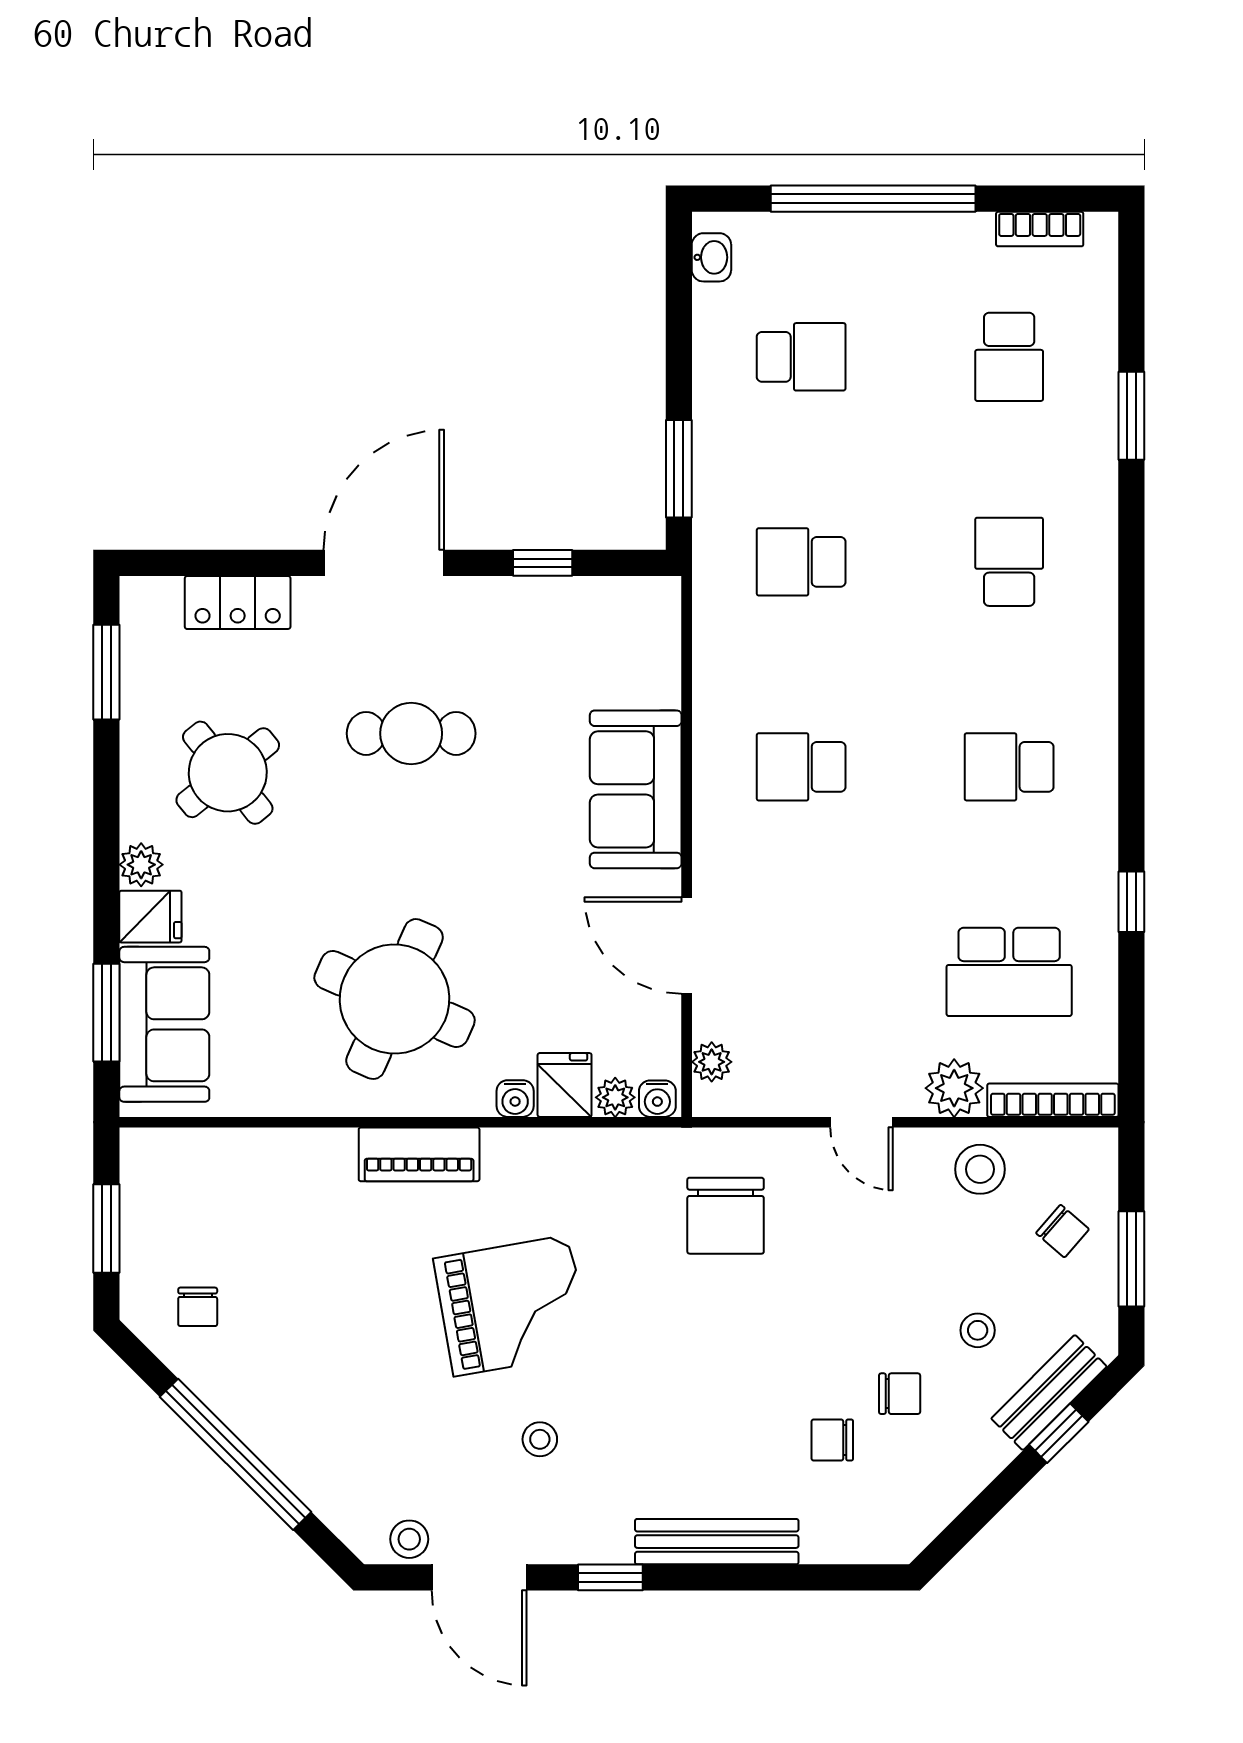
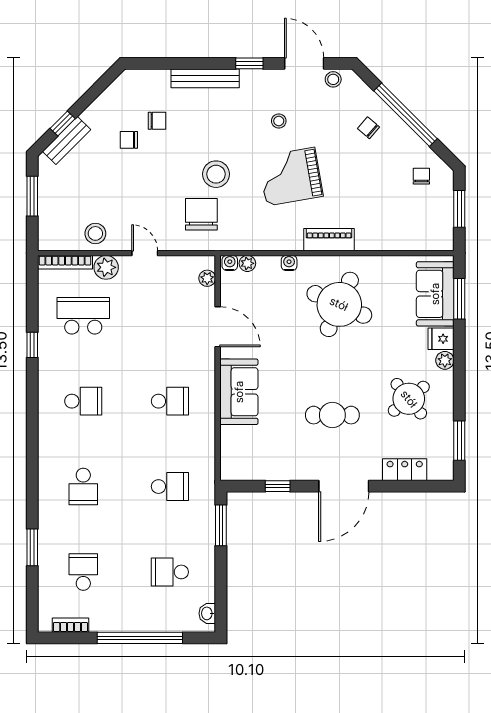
fridge: (565, 1085) -> (268, 269), removed
chair: (1062, 1231) -> (368, 128), moved
stool: (978, 1330) -> (216, 174), moved, width x1.89, depth x1.89

